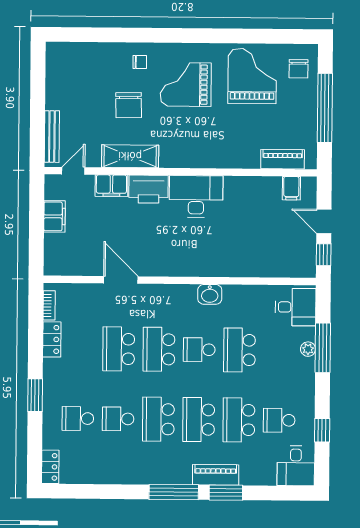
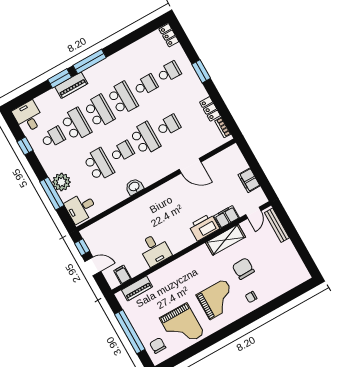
desk: (196, 196) -> (155, 250), moved, width x0.73
school desk: (119, 349) -> (168, 125), width x0.54
plant: (308, 349) -> (61, 182), width x1.87, depth x1.87

